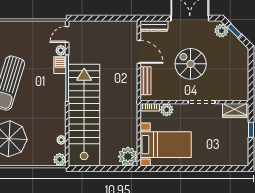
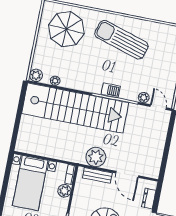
dresser: (154, 26) -> (149, 199), width x0.70
door: (139, 52) -> (127, 174), hinge flipped
barbecue: (60, 65) -> (111, 90), moved
plant: (128, 157) -> (96, 157), moved

